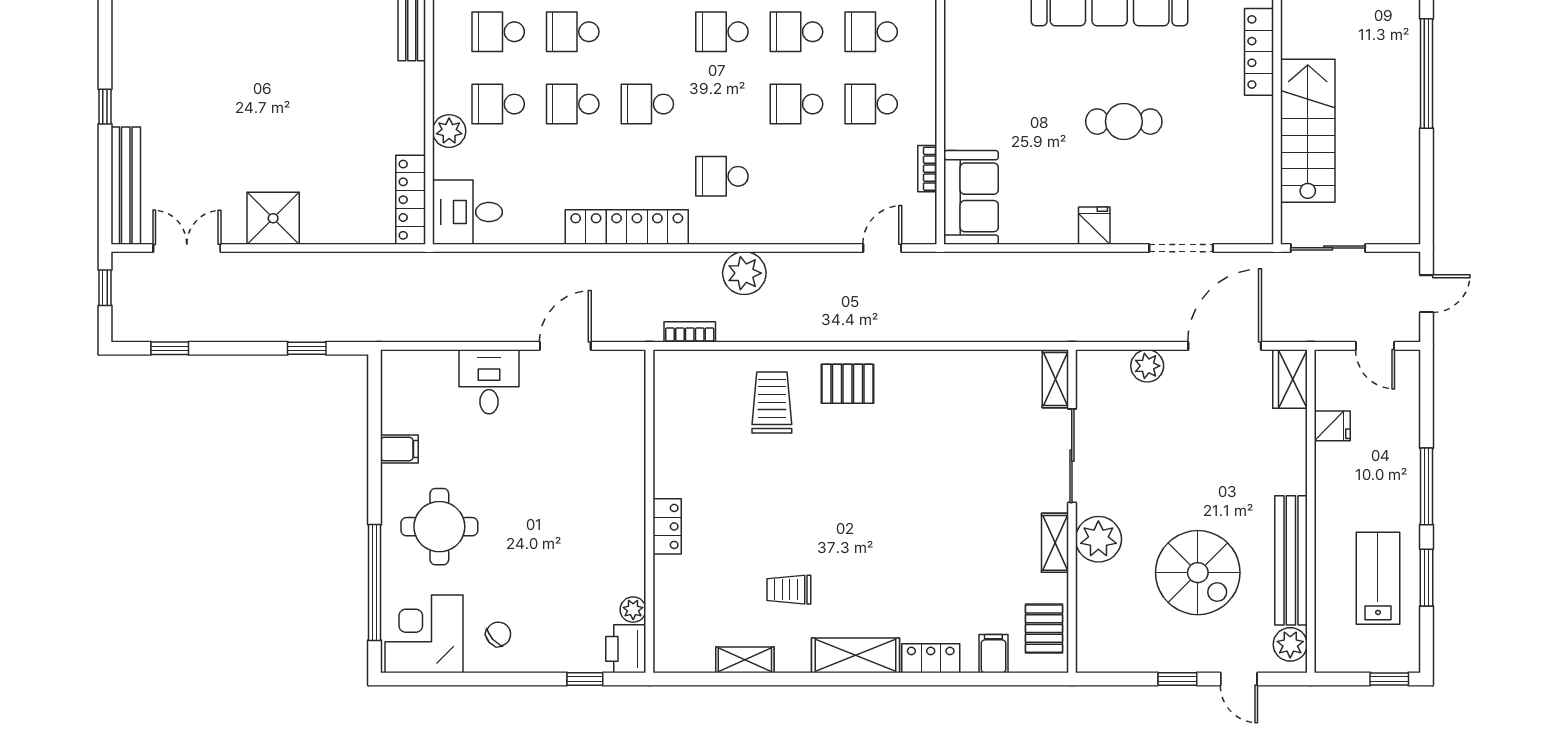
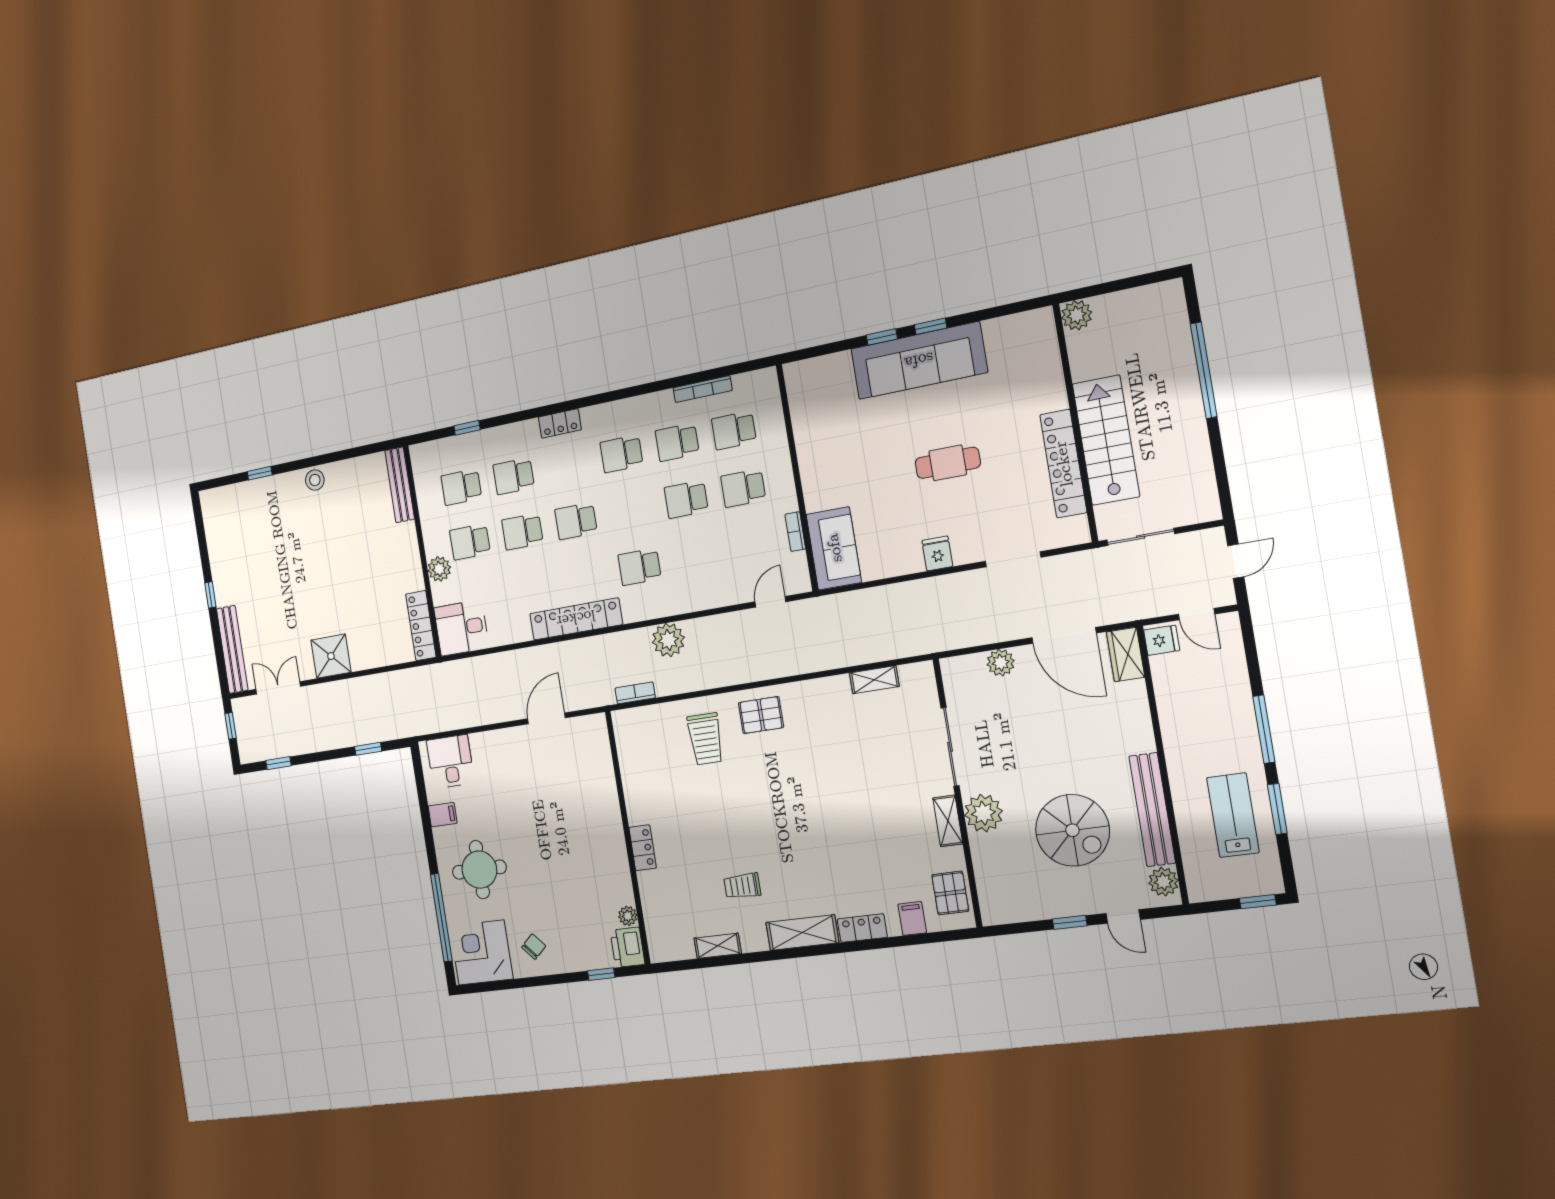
locker: (1259, 52) -> (1063, 464), moved, width x1.41, depth x1.21
door: (1225, 346) -> (1064, 635), swing flipped
shelving: (1055, 379) -> (874, 680), moved, turned 90
desk: (489, 382) -> (450, 761), moved
trolley: (772, 403) -> (705, 739), turned 180
fridge: (1332, 426) -> (1162, 640), moved

